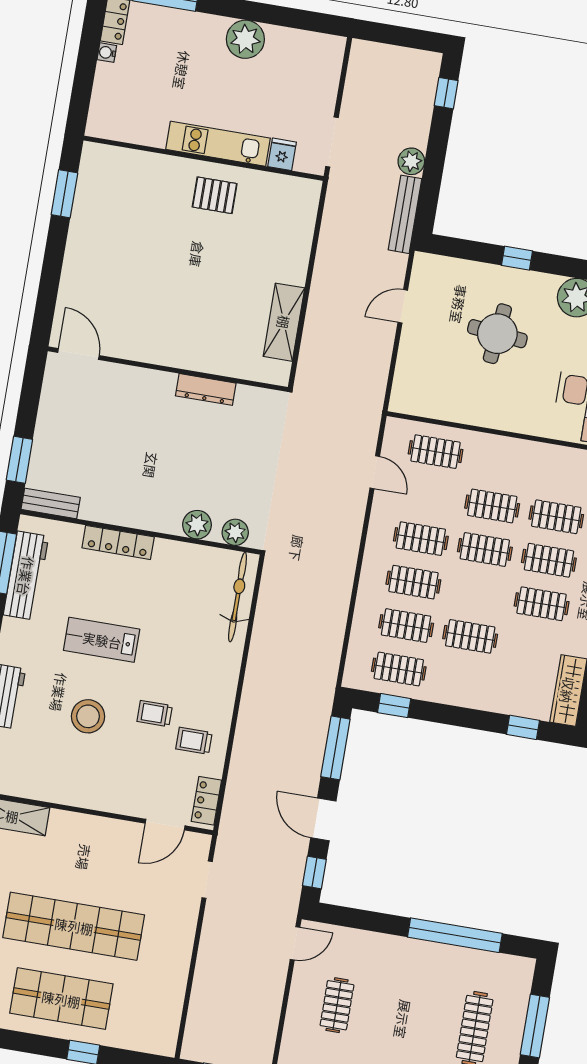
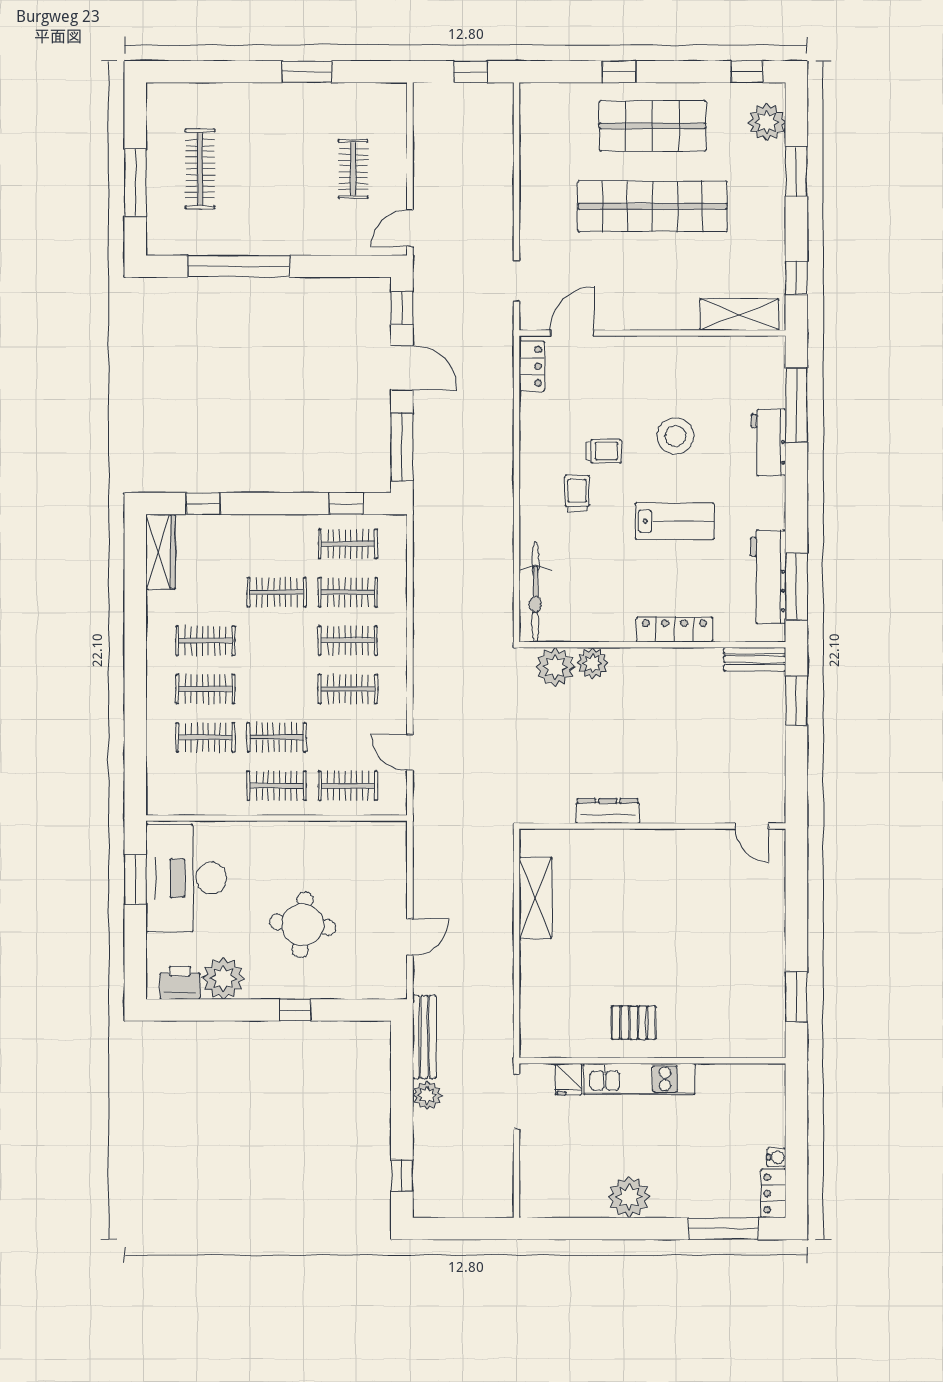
door: (78, 354) -> (752, 826), width x0.73
plant: (235, 532) -> (555, 667), width x1.36, depth x1.36
clothes rail: (485, 549) -> (277, 786), moved
trolley: (194, 741) -> (577, 493), moved, turned -90

